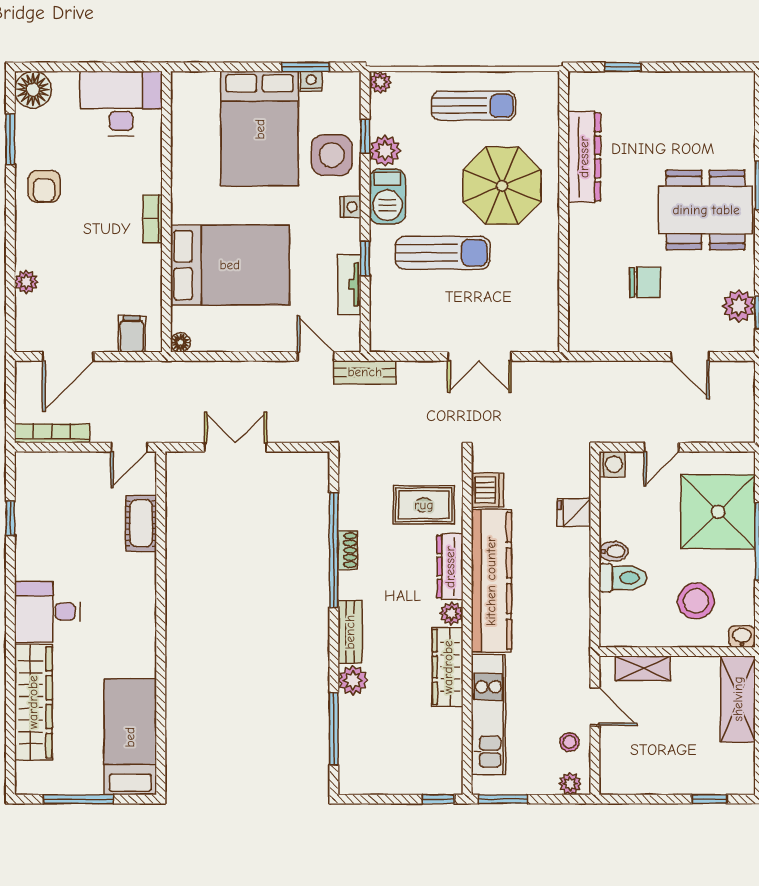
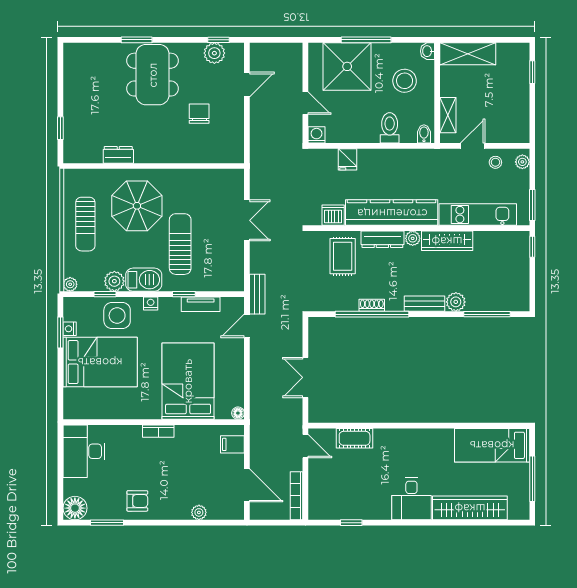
sun lounger: (474, 106) -> (85, 224), turned 180
dresser: (584, 157) -> (118, 155), width x0.51, depth x0.80
bidet: (614, 551) -> (424, 134), moved

